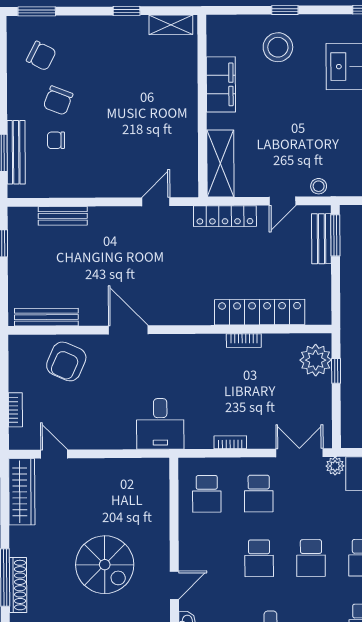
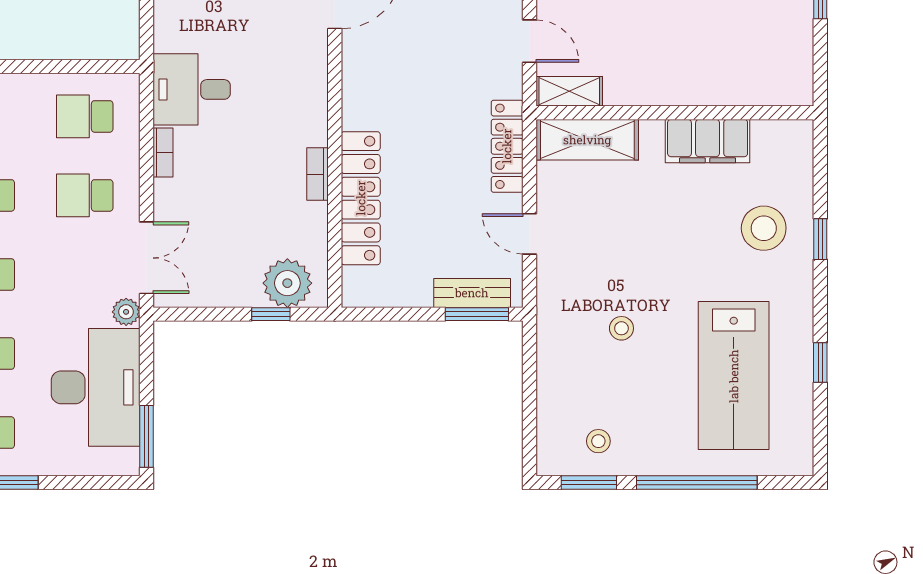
shelving: (171, 25) -> (569, 91), moved, turned 90
stool: (319, 186) -> (621, 328), moved
desk: (160, 424) -> (192, 89), moved

